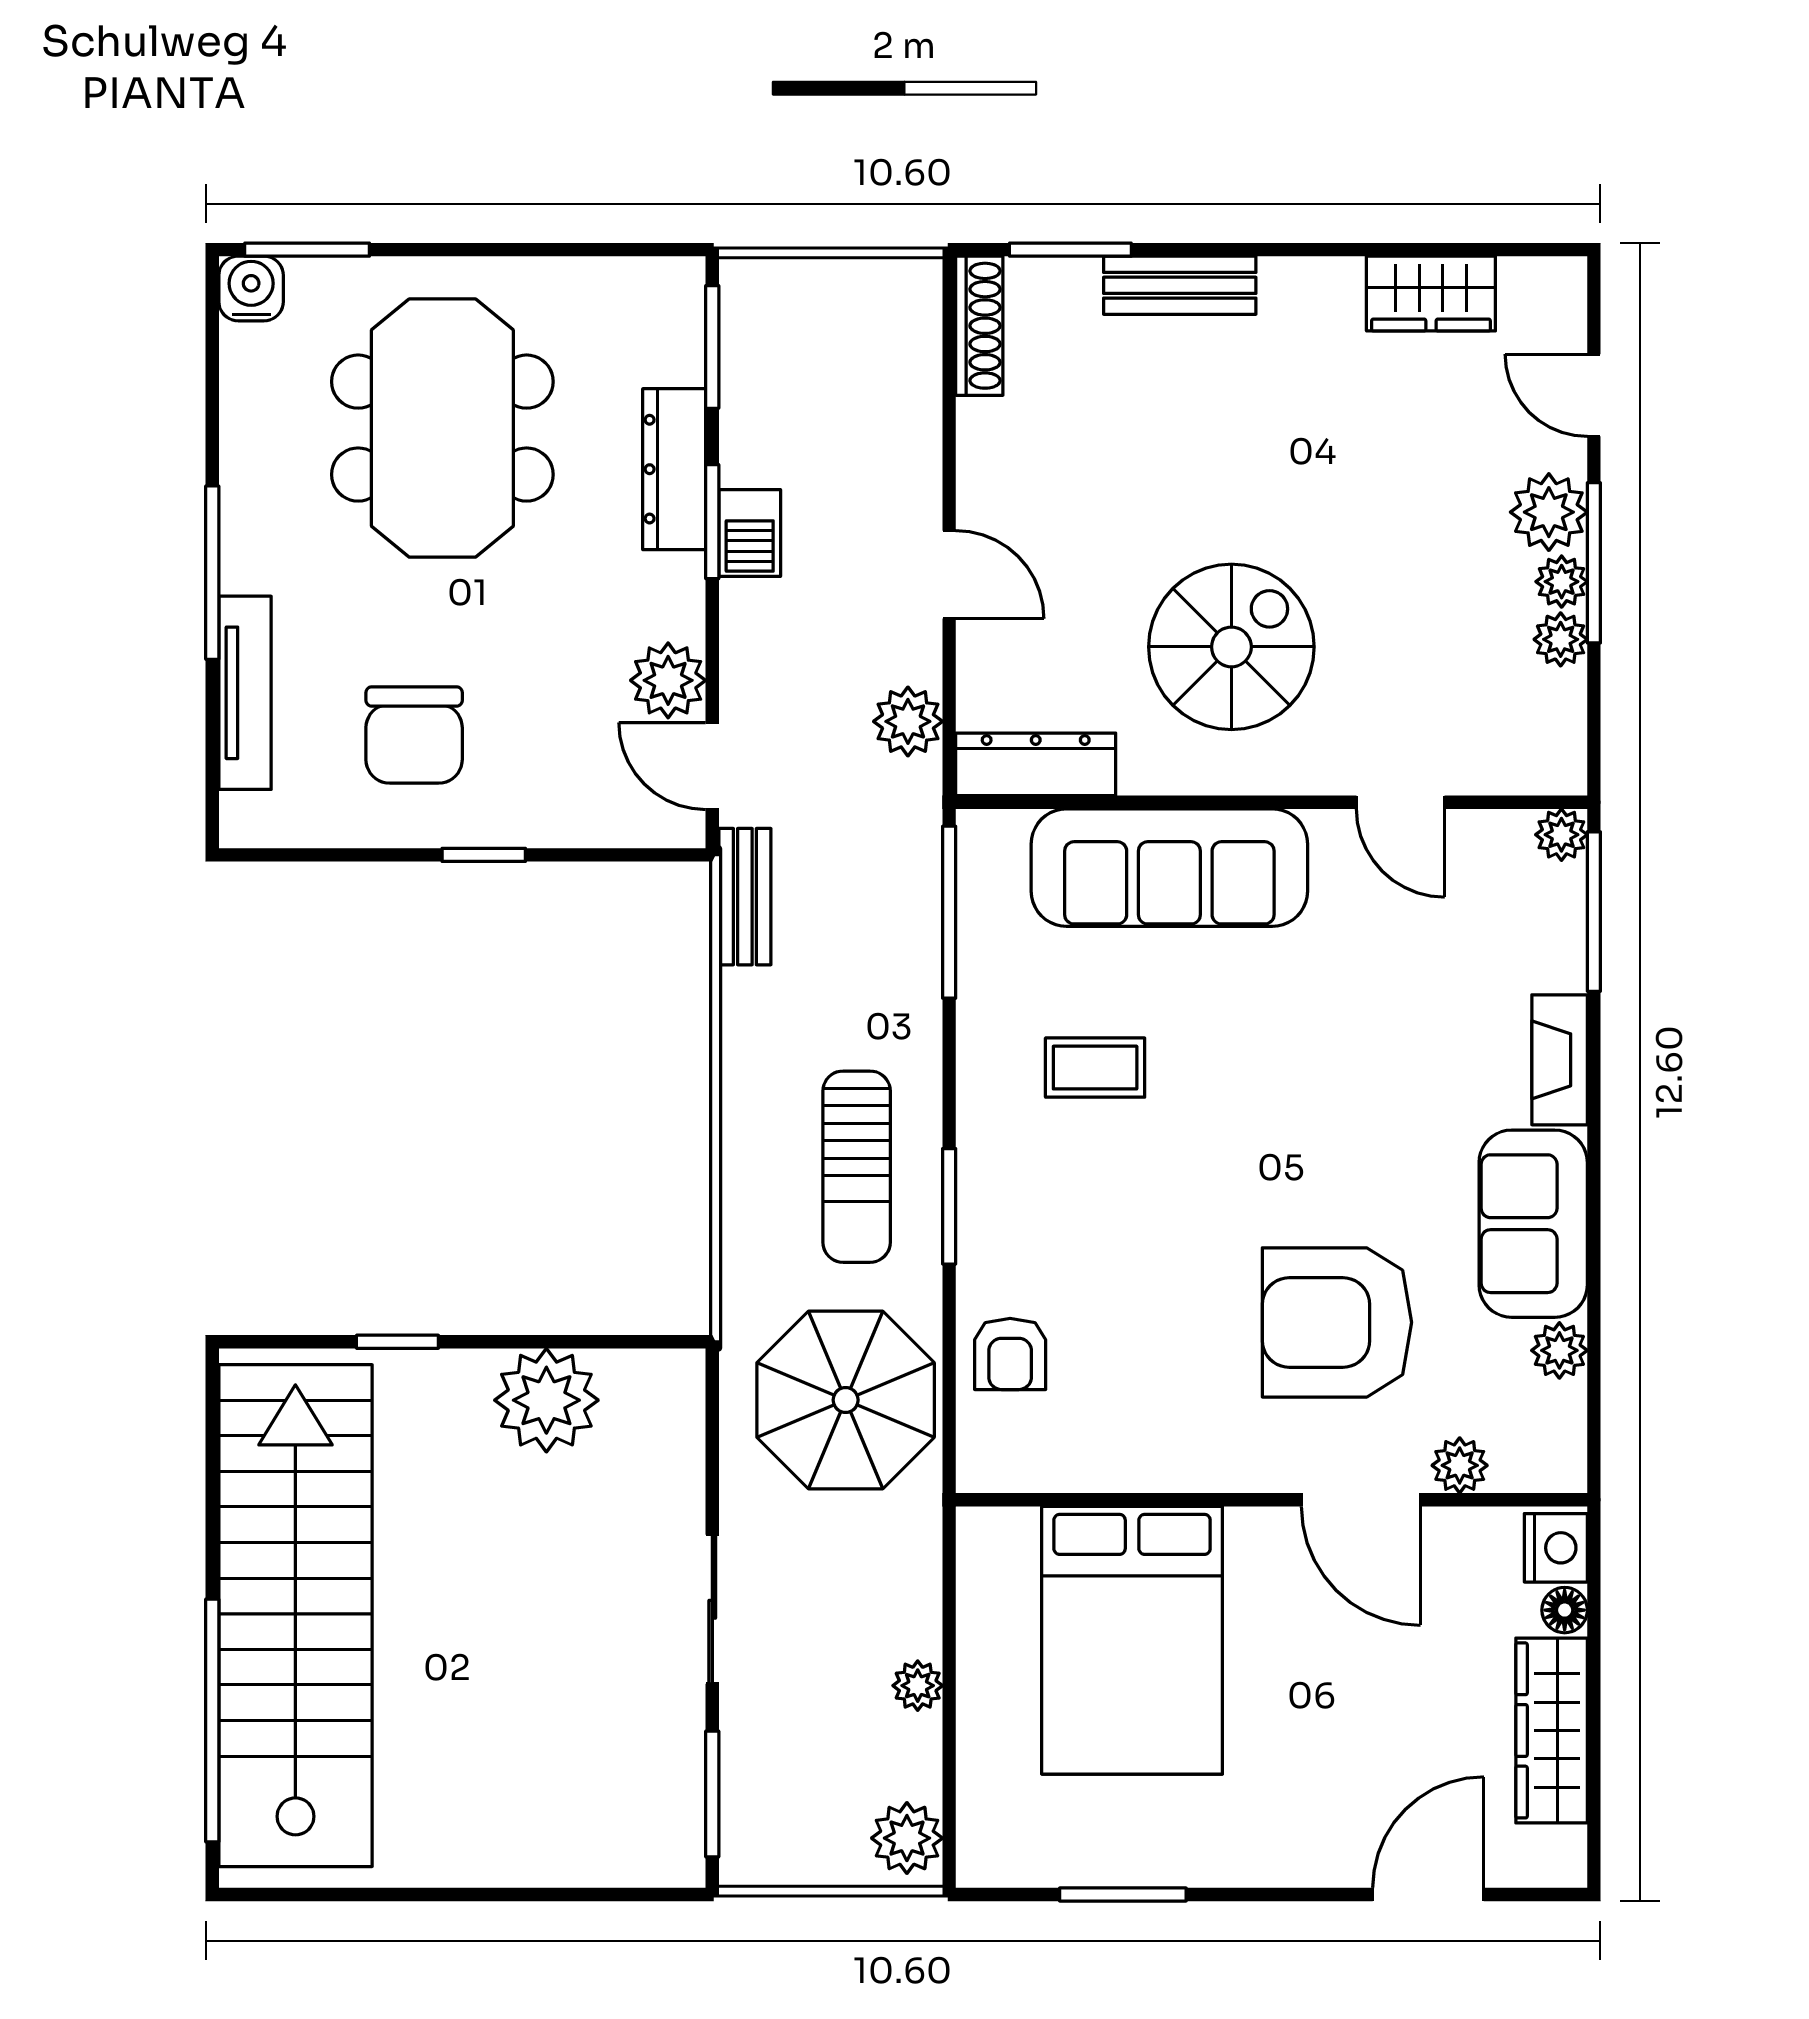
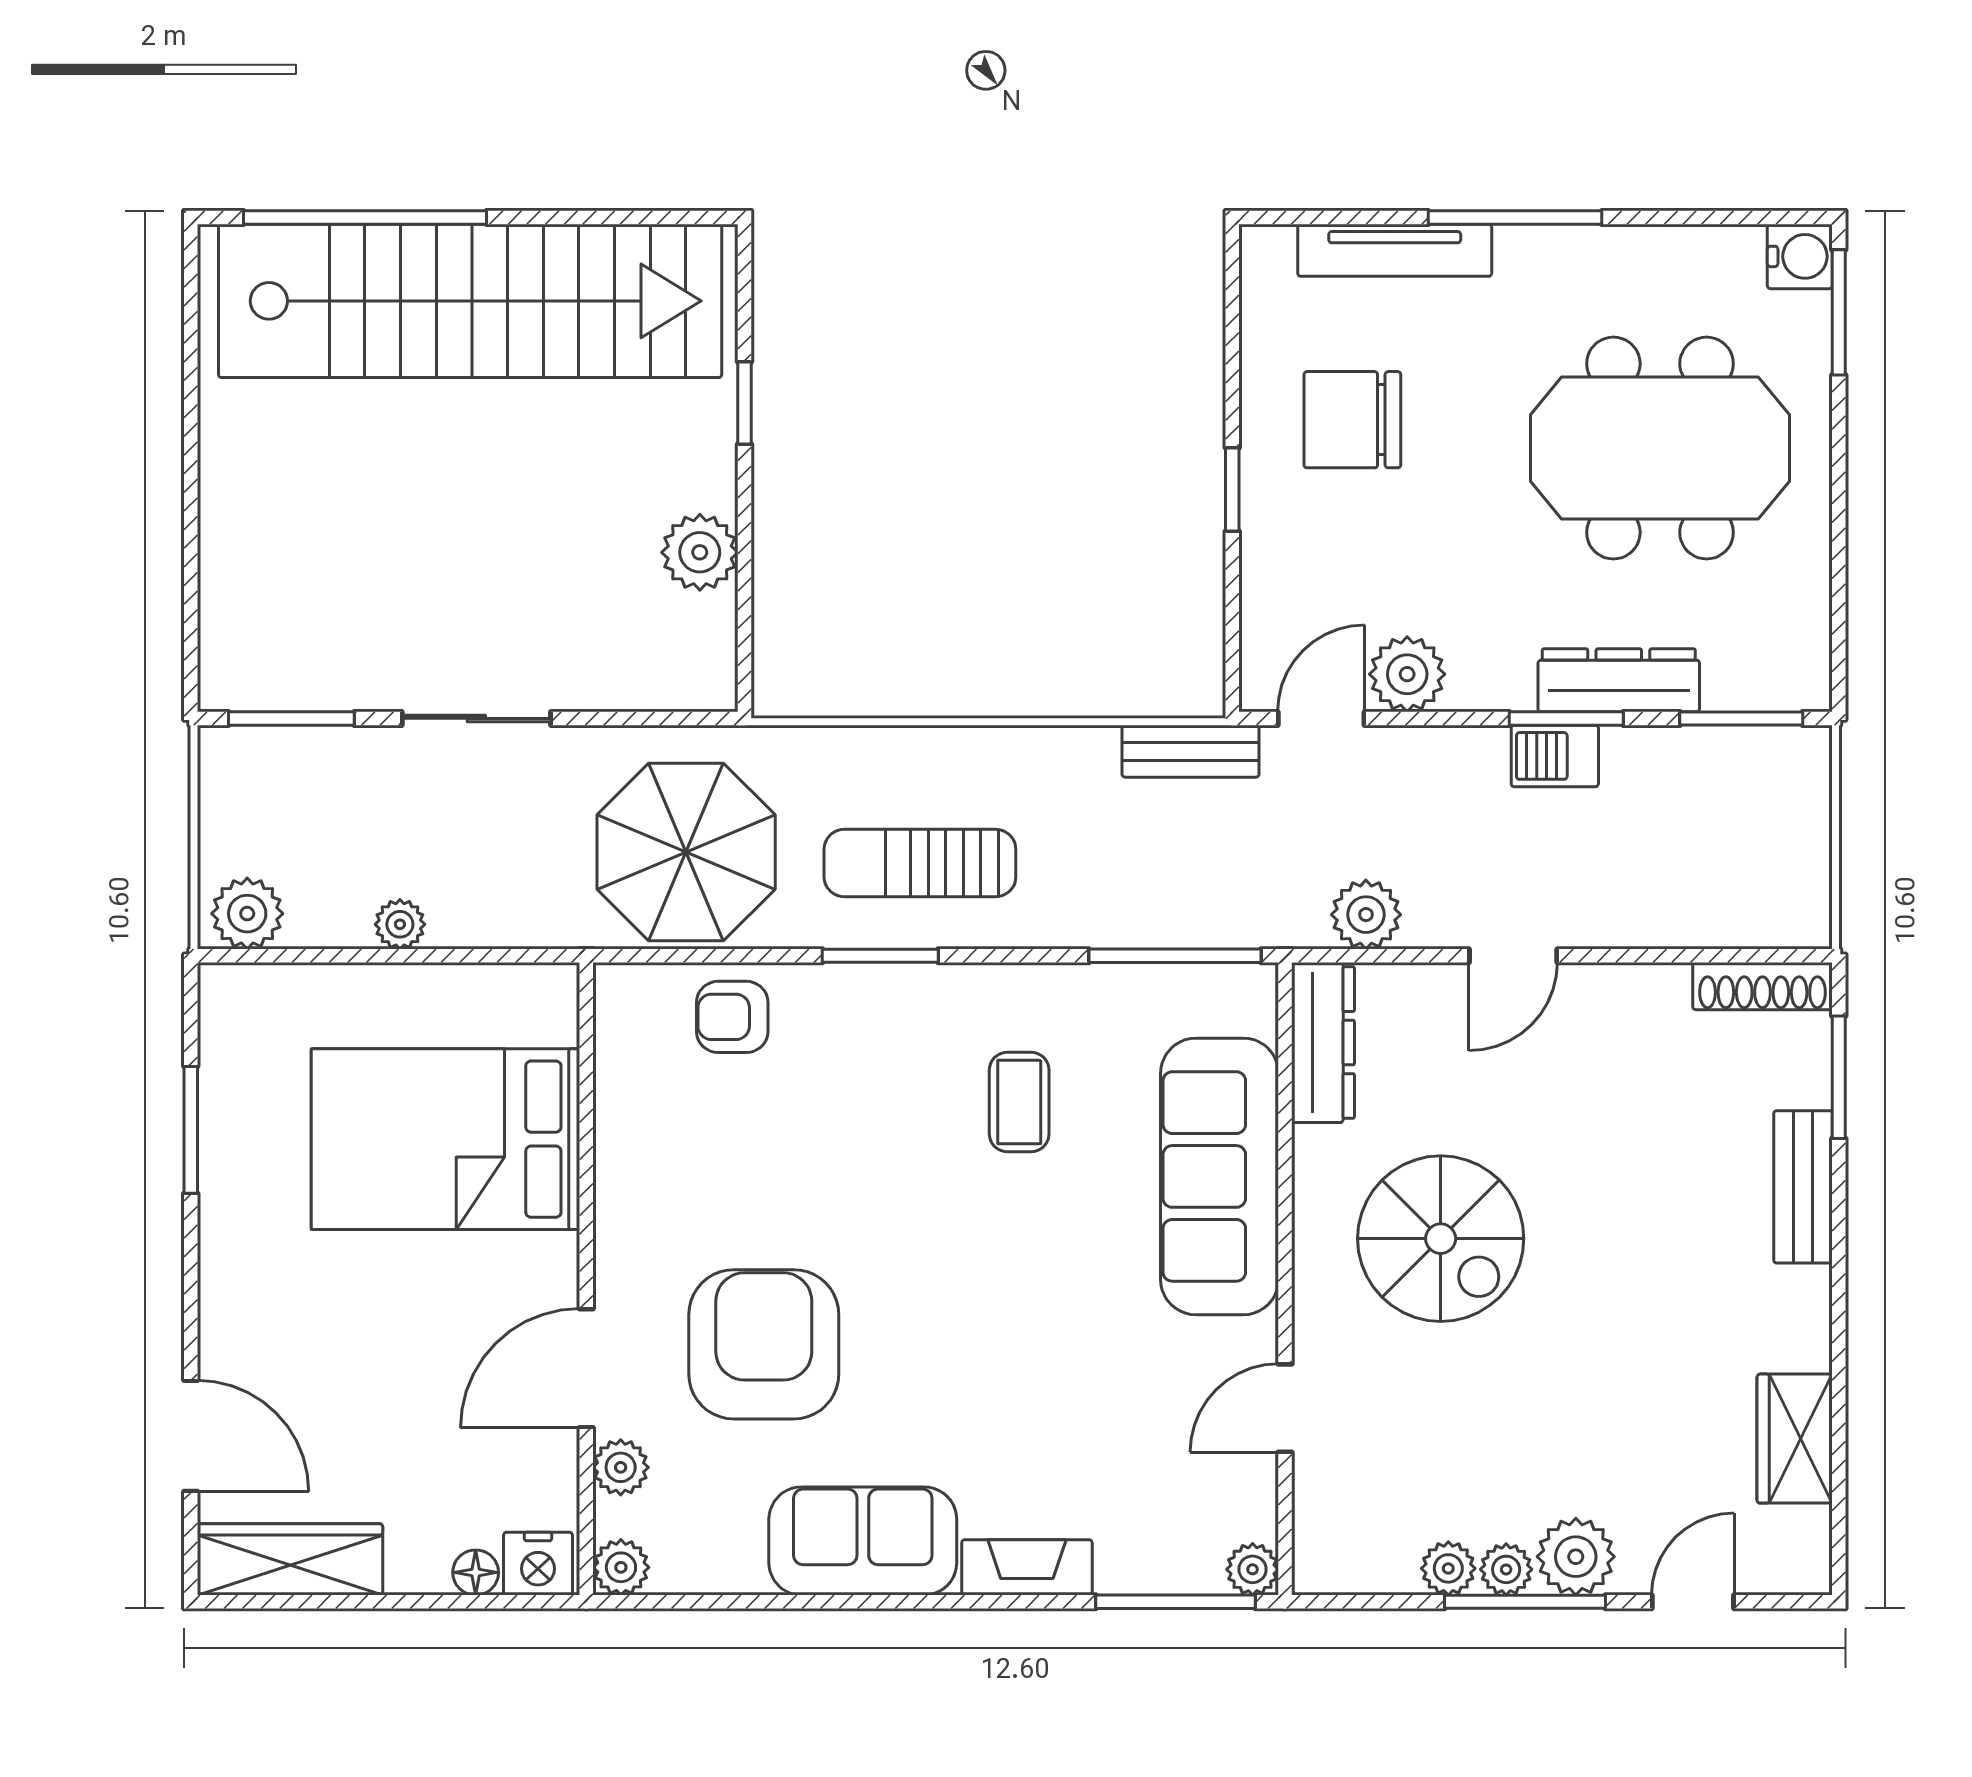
plant: (1559, 1350) -> (621, 1567), moved
plant: (546, 1400) -> (700, 552), width x0.73, depth x0.73
wardrobe: (1552, 1730) -> (290, 1559), moved

